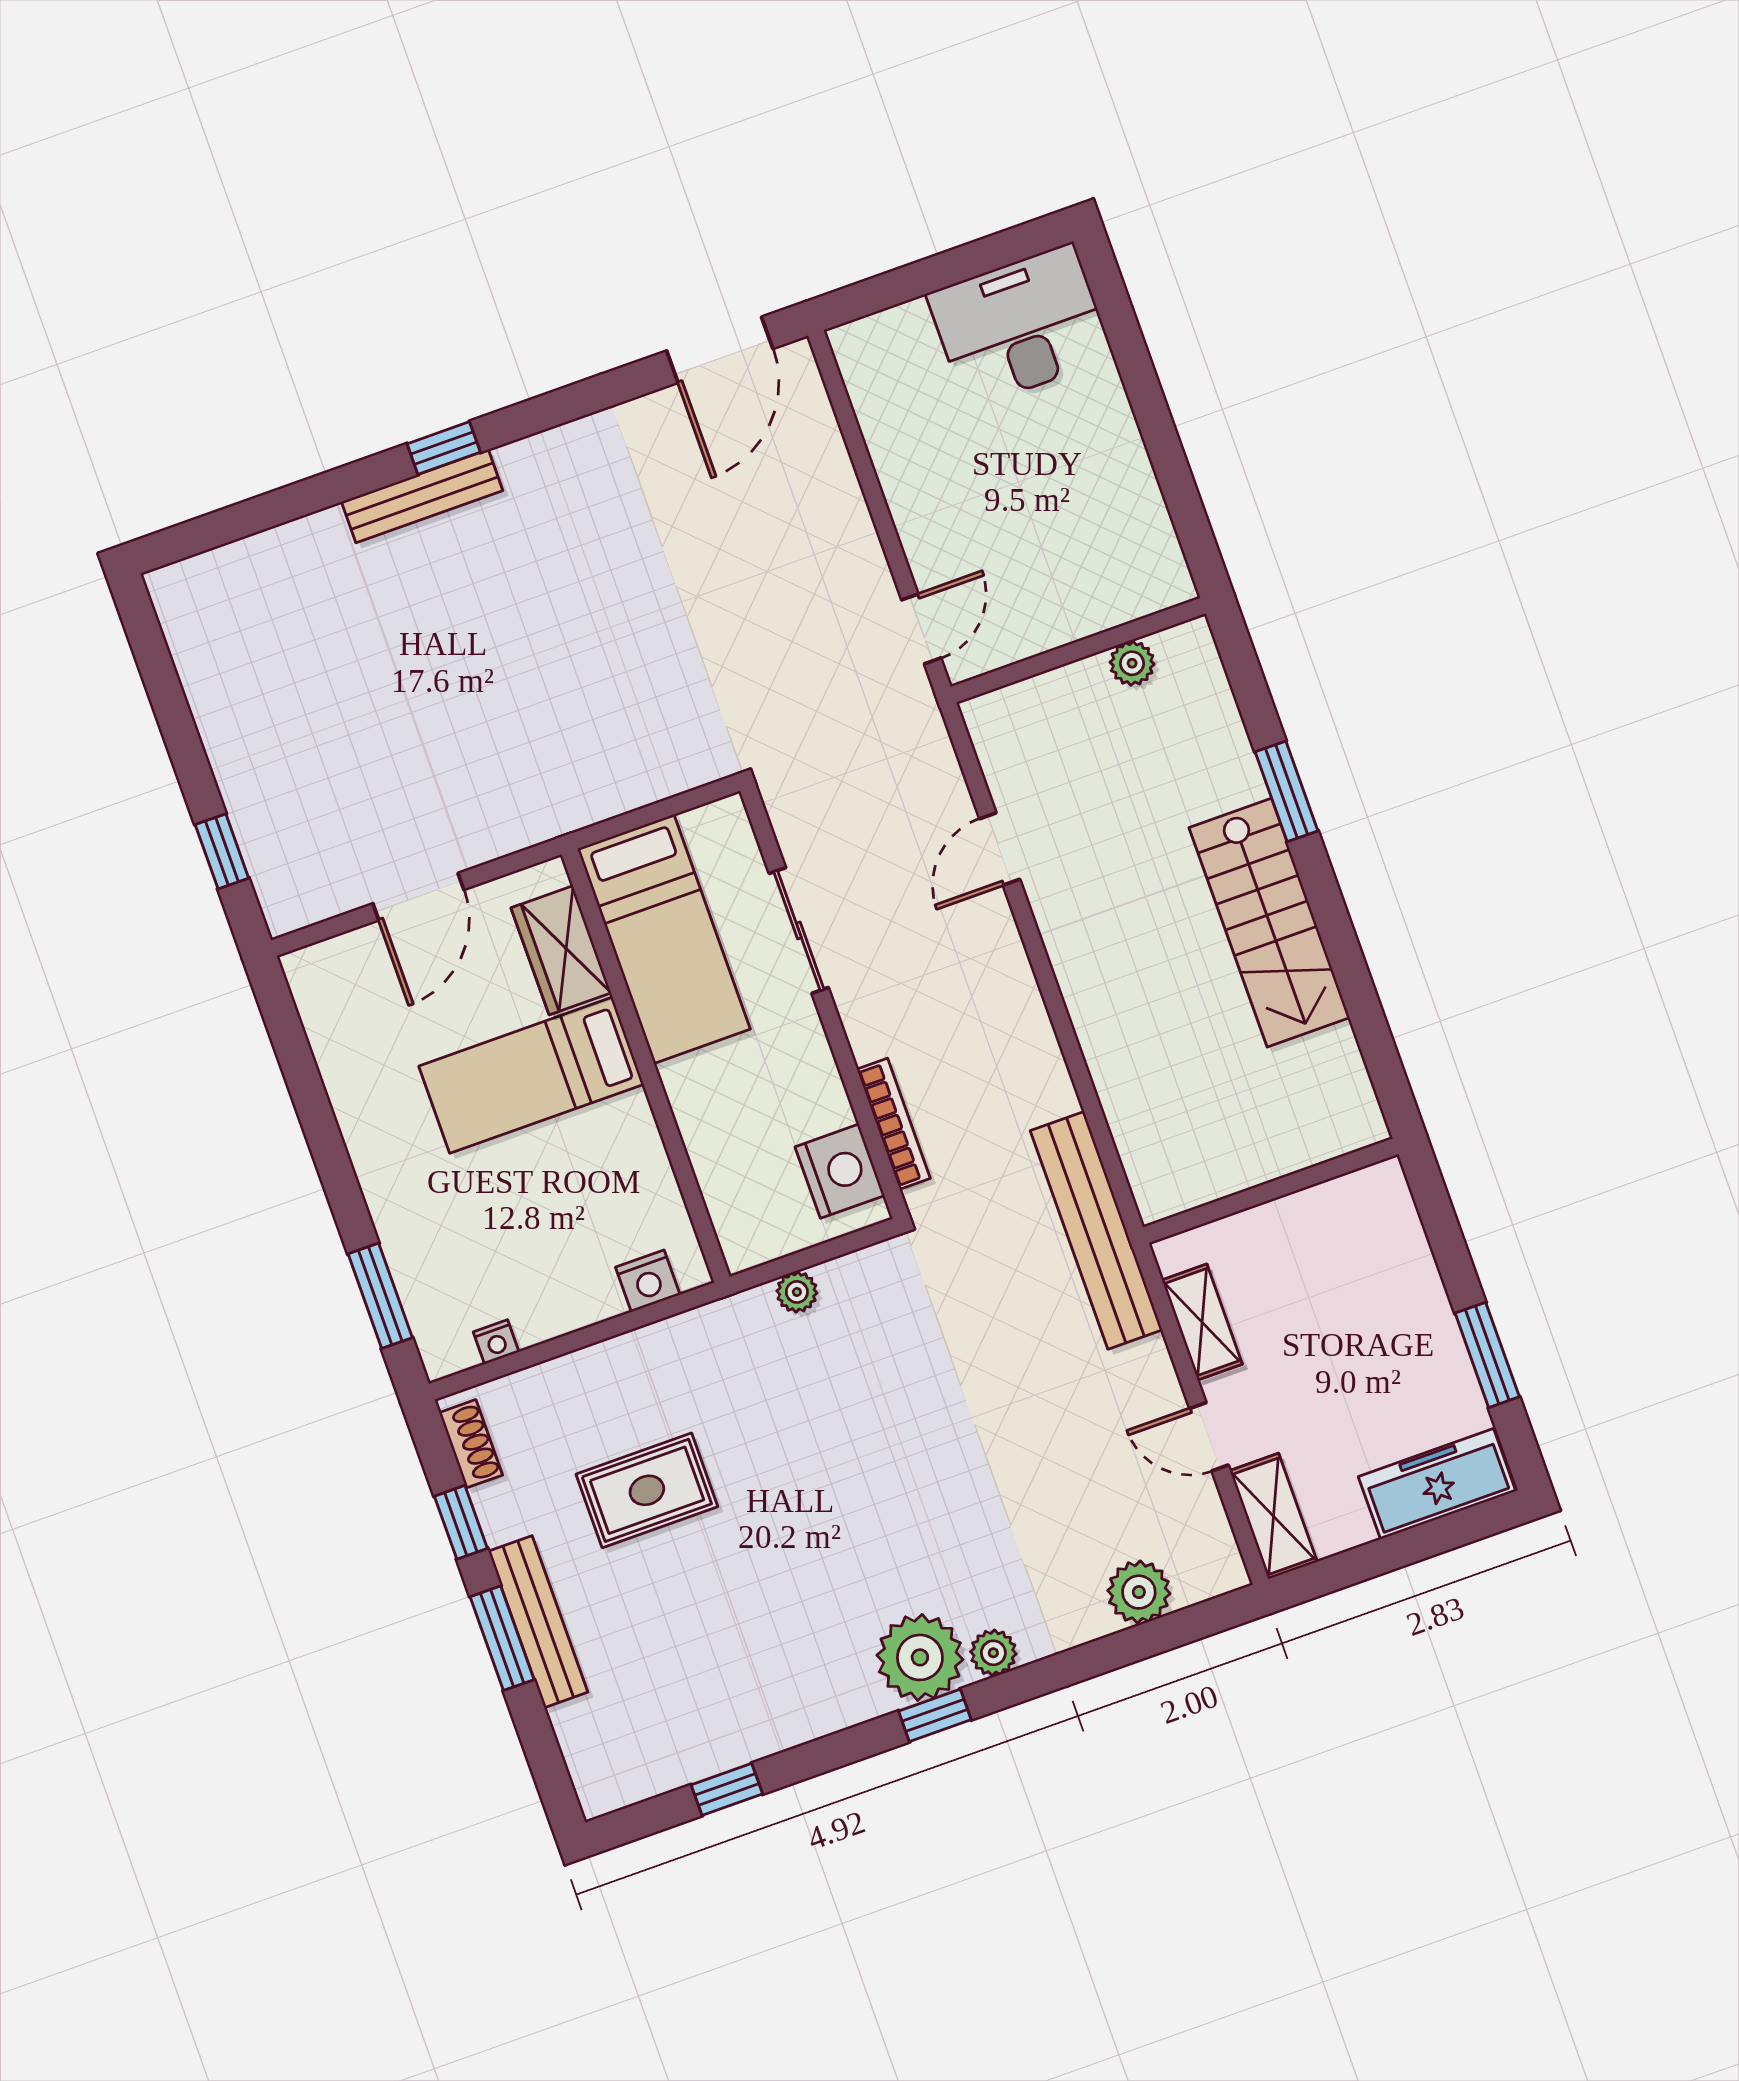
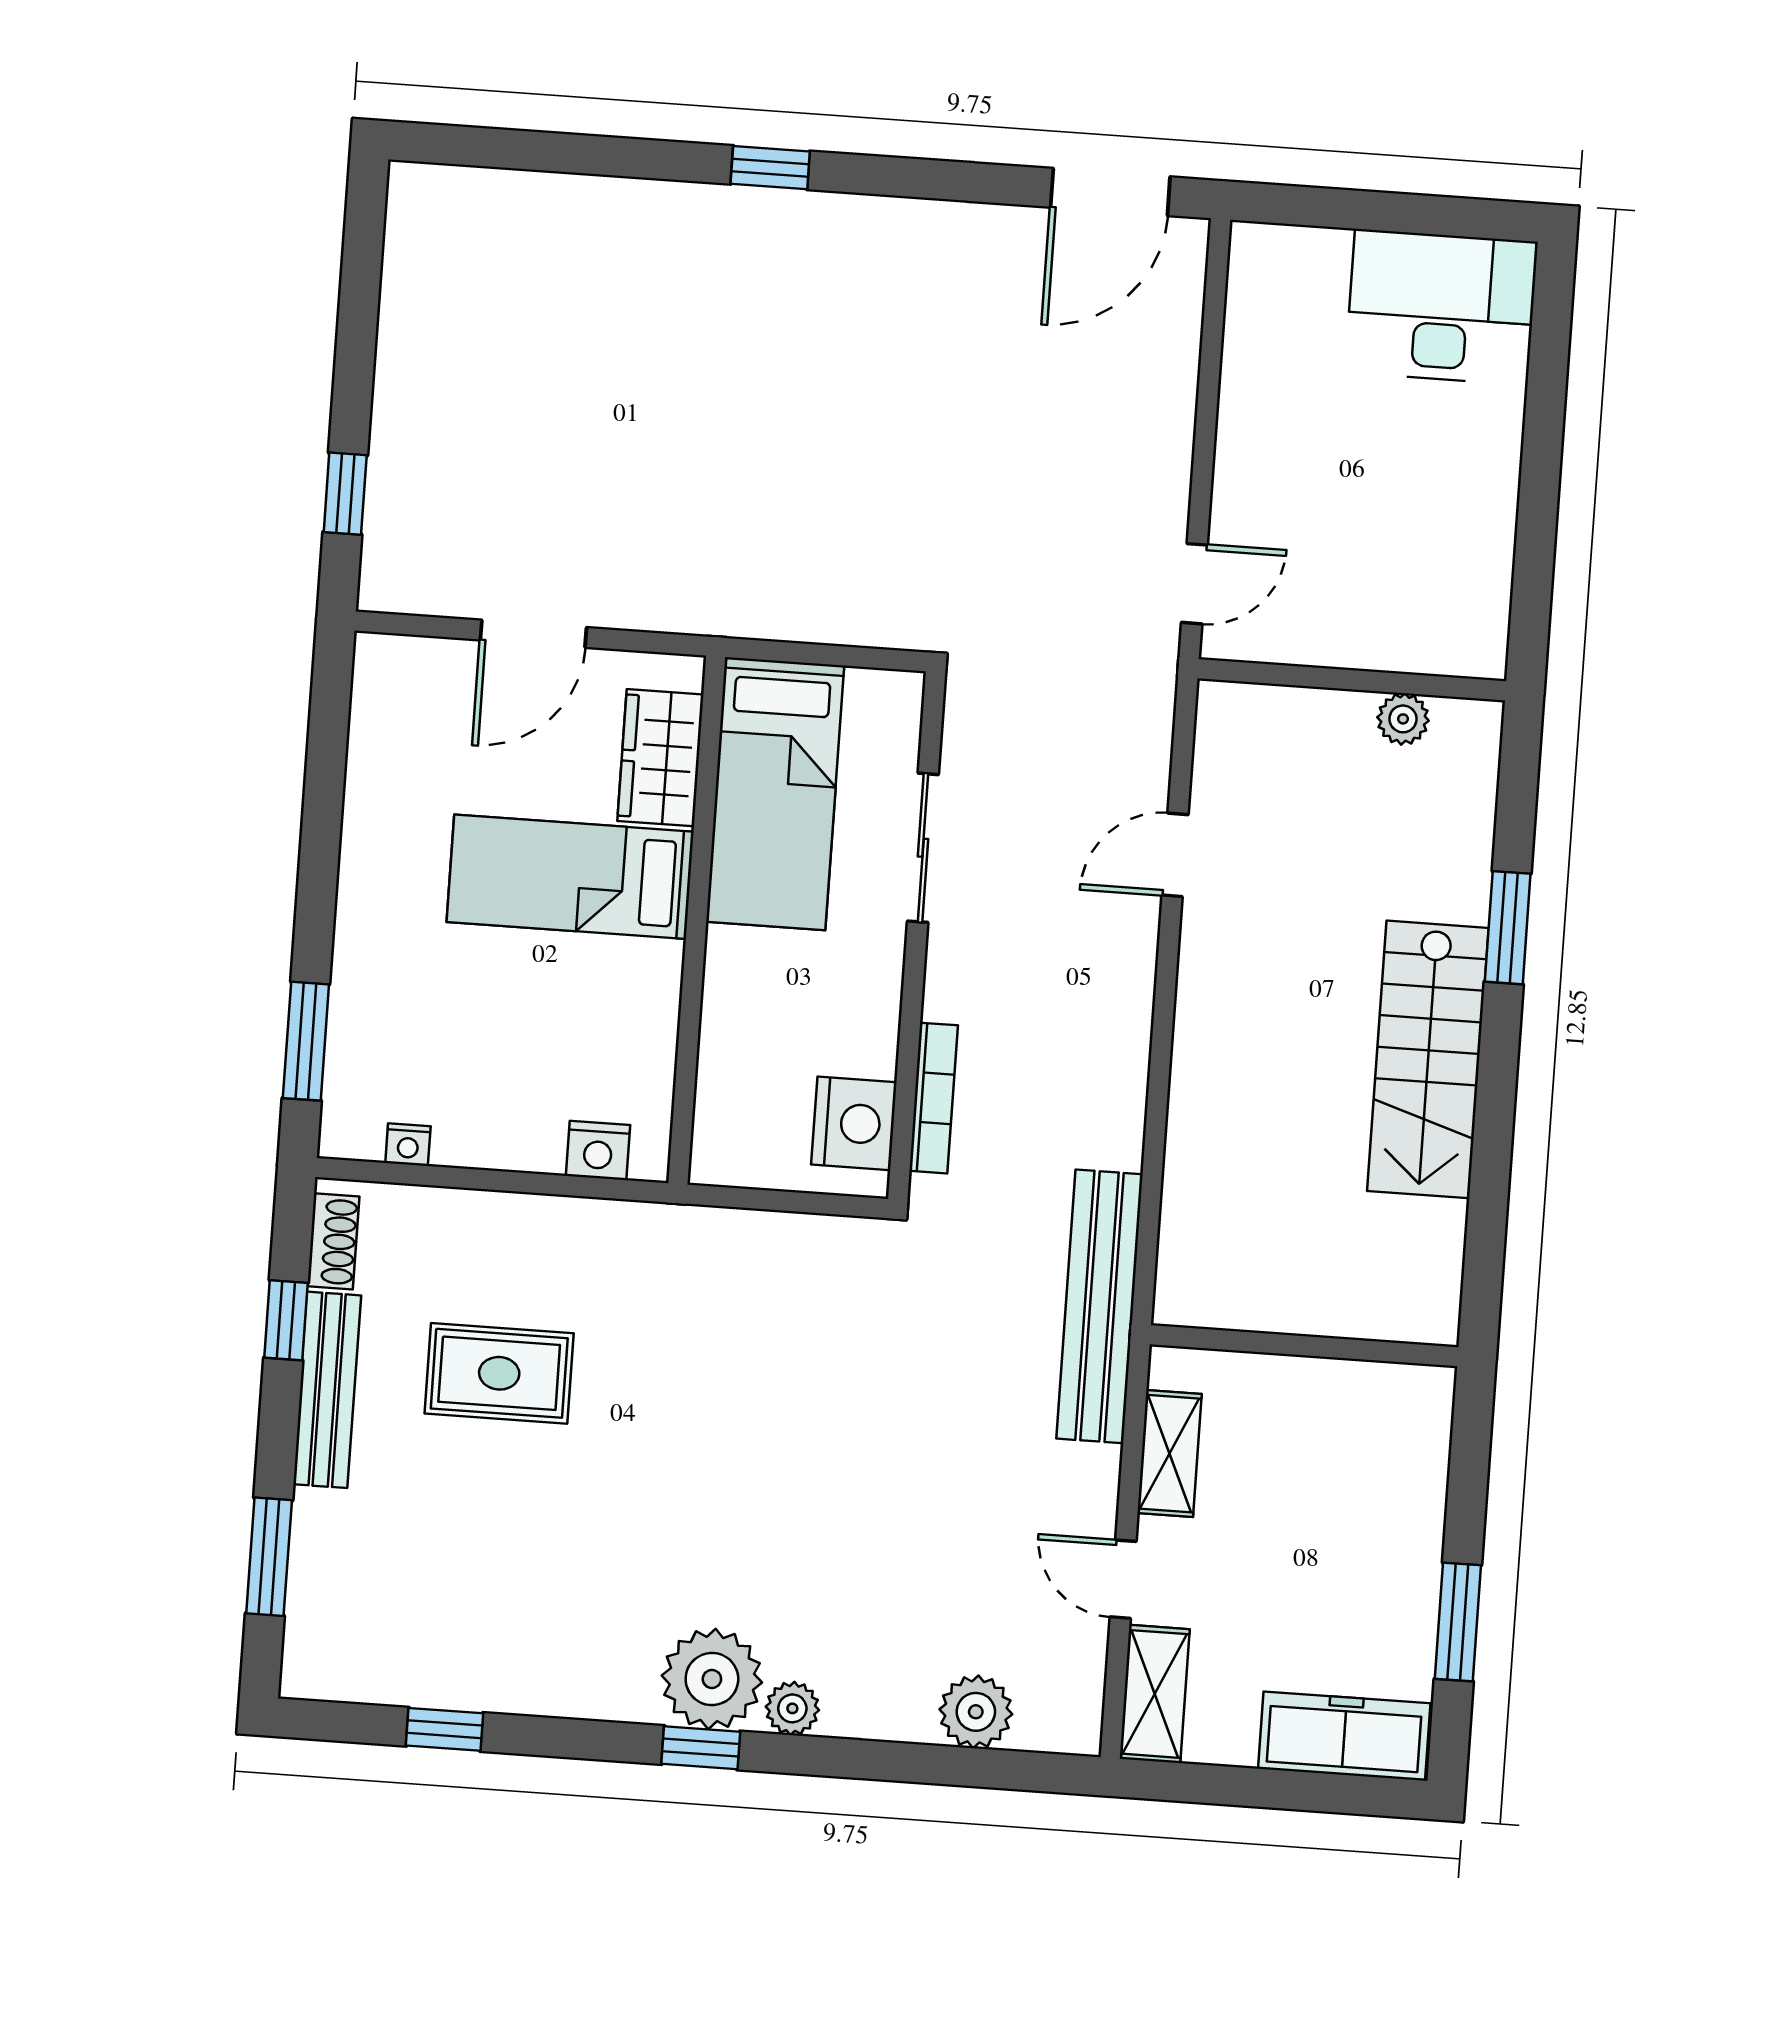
bench: (422, 496) -> (725, 209), removed
plant: (797, 1292) -> (752, 1232), removed
bench: (538, 1622) -> (327, 1390), moved
window: (502, 1638) -> (269, 1557), moved

